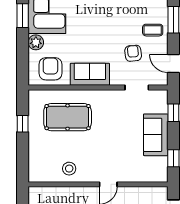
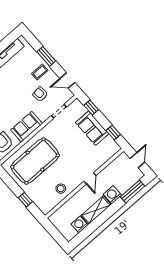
pool table: (68, 117) -> (35, 161), width x1.36, depth x1.32
window: (23, 124) -> (25, 200), moved

